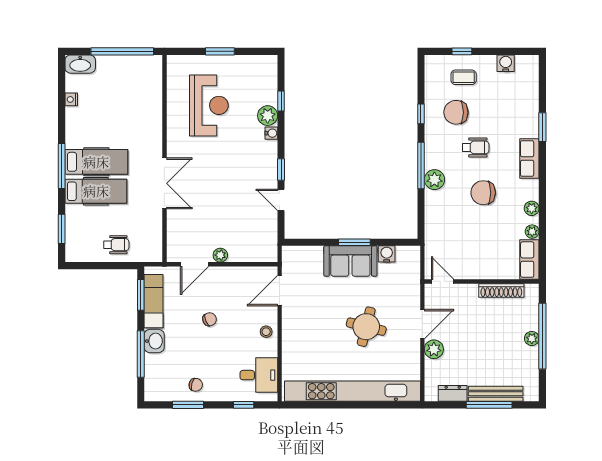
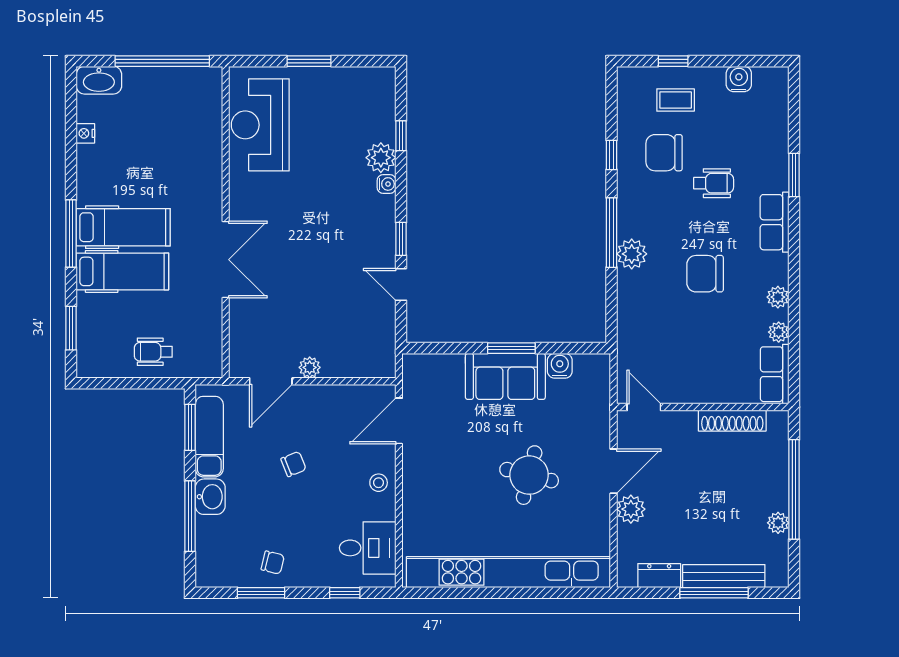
reception desk: (209, 105) -> (260, 125), moved, turned 180
wheelchair: (476, 147) -> (714, 183), moved
wheelchair: (116, 245) -> (153, 352), turned 180
plant: (532, 338) -> (778, 523), moved

